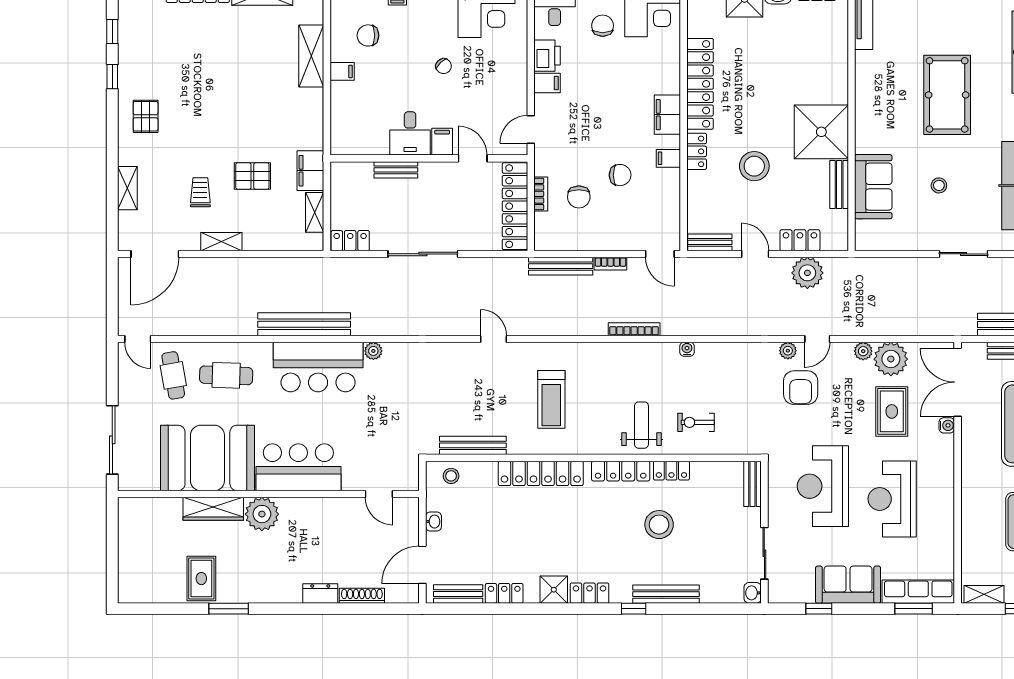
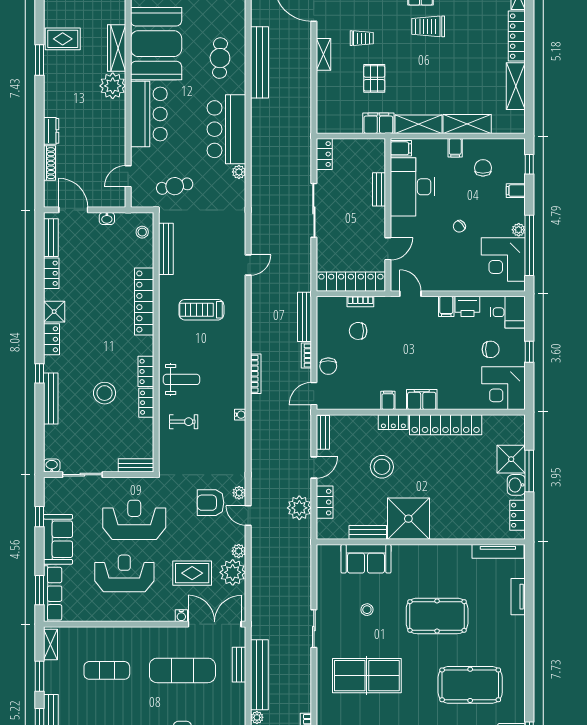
trolley: (185, 106) -> (428, 26), added
desk: (410, 133) -> (412, 187), width x1.87, depth x1.30
filing cabinet: (442, 142) -> (401, 148), moved
chair: (620, 175) -> (328, 366), moved
shelving: (315, 212) -> (418, 124), moved, width x1.50, depth x1.33
bench: (304, 324) -> (260, 62), moved
cafe table: (173, 375) -> (175, 186), moved
exercise bike: (696, 422) -> (184, 422), turned 90
locker: (621, 471) -> (146, 371), width x0.66

